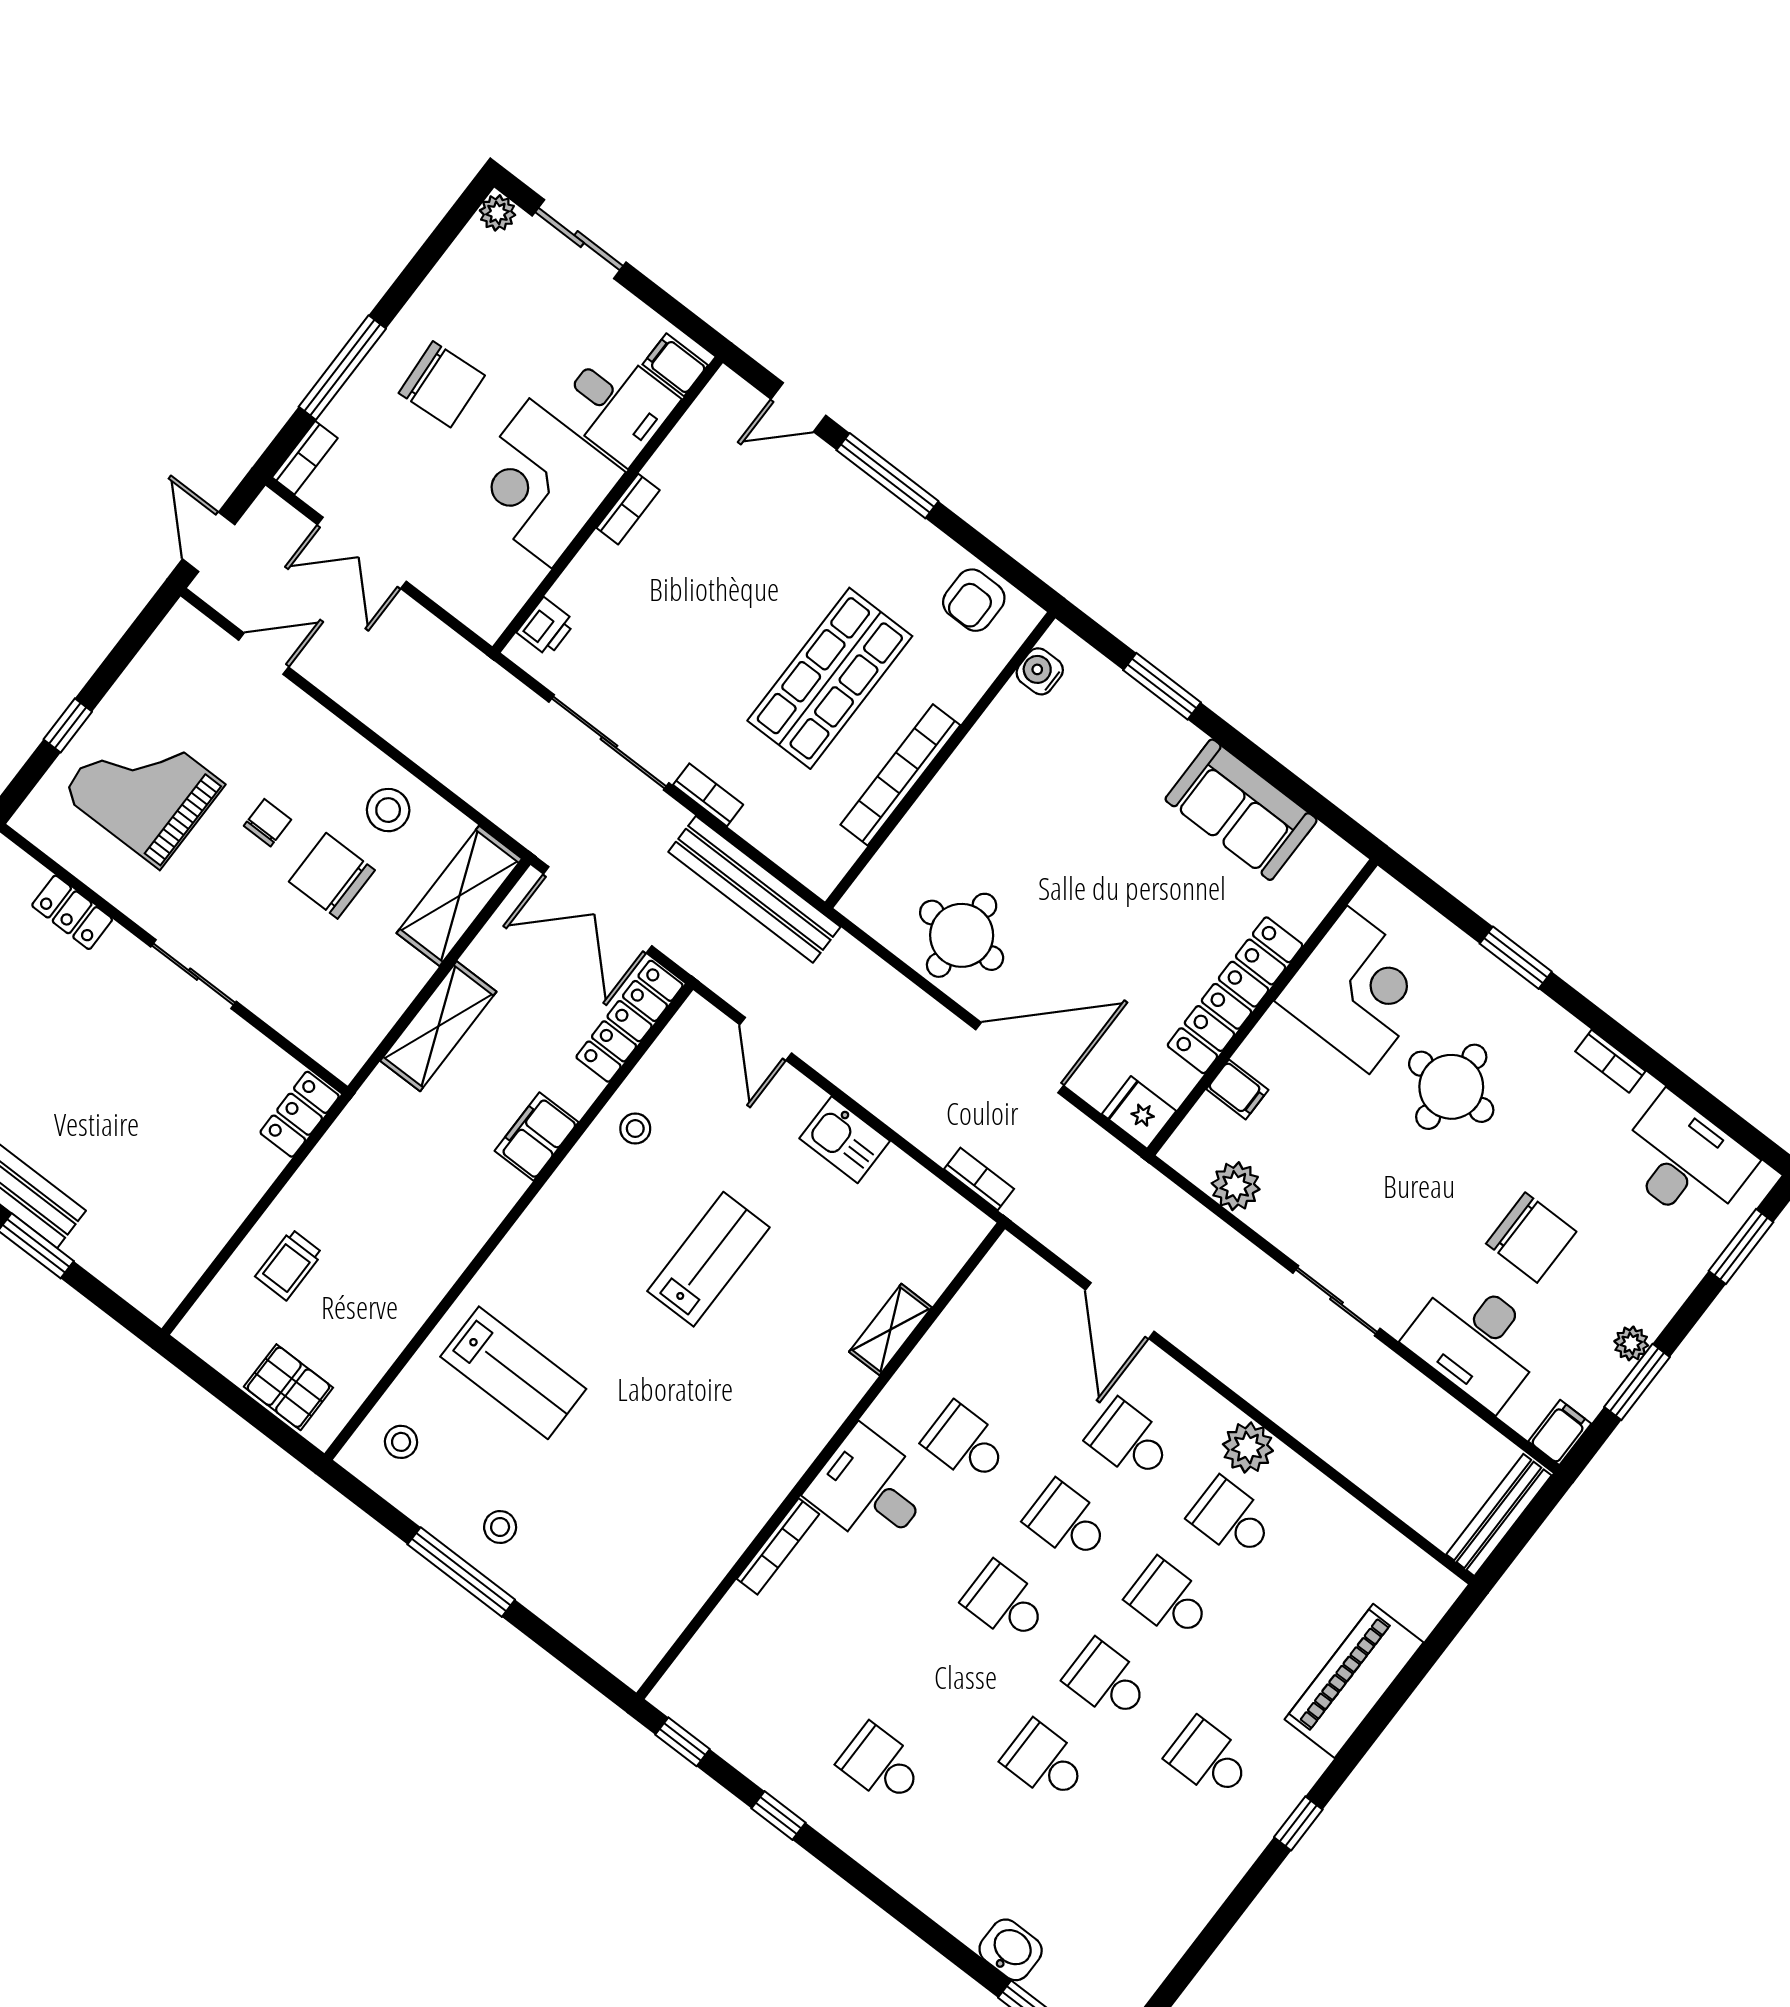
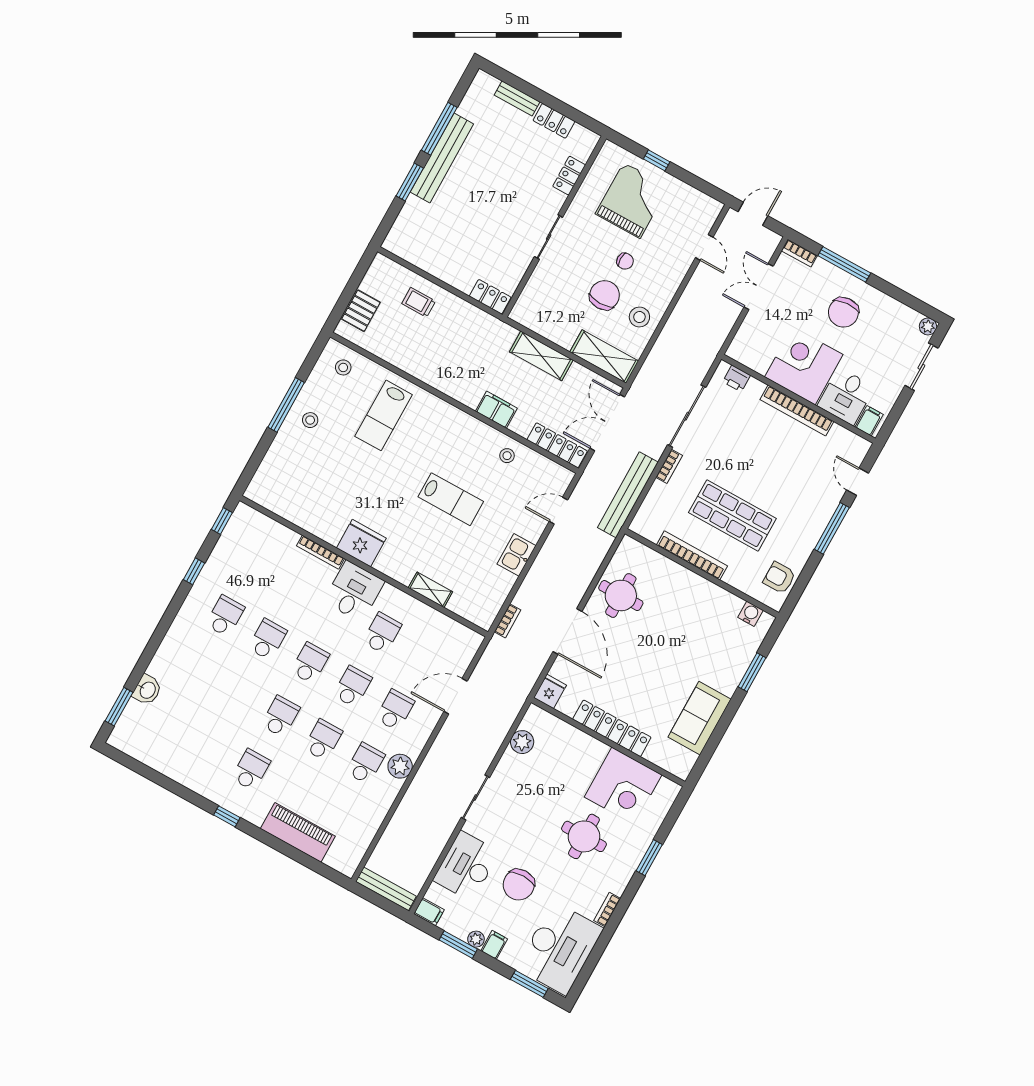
bookcase: (628, 509) -> (797, 411), width x2.31, depth x1.31
filing cabinet: (1237, 1090) -> (494, 945), moved, turned 180
desk: (1685, 1161) -> (560, 948), width x1.36, depth x1.30
fridge: (772, 1459) -> (361, 543), added
school desk: (1045, 1762) -> (268, 639), moved

